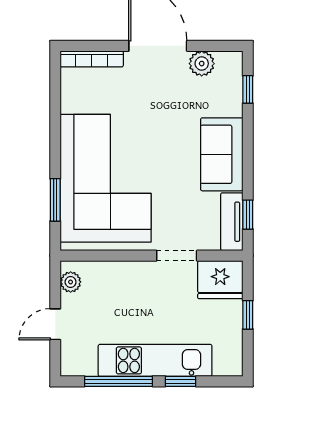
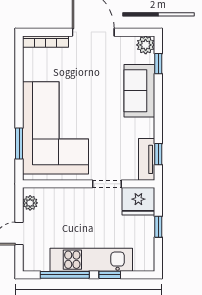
plant: (202, 64) -> (146, 45), moved
sofa: (222, 154) -> (139, 91), moved

